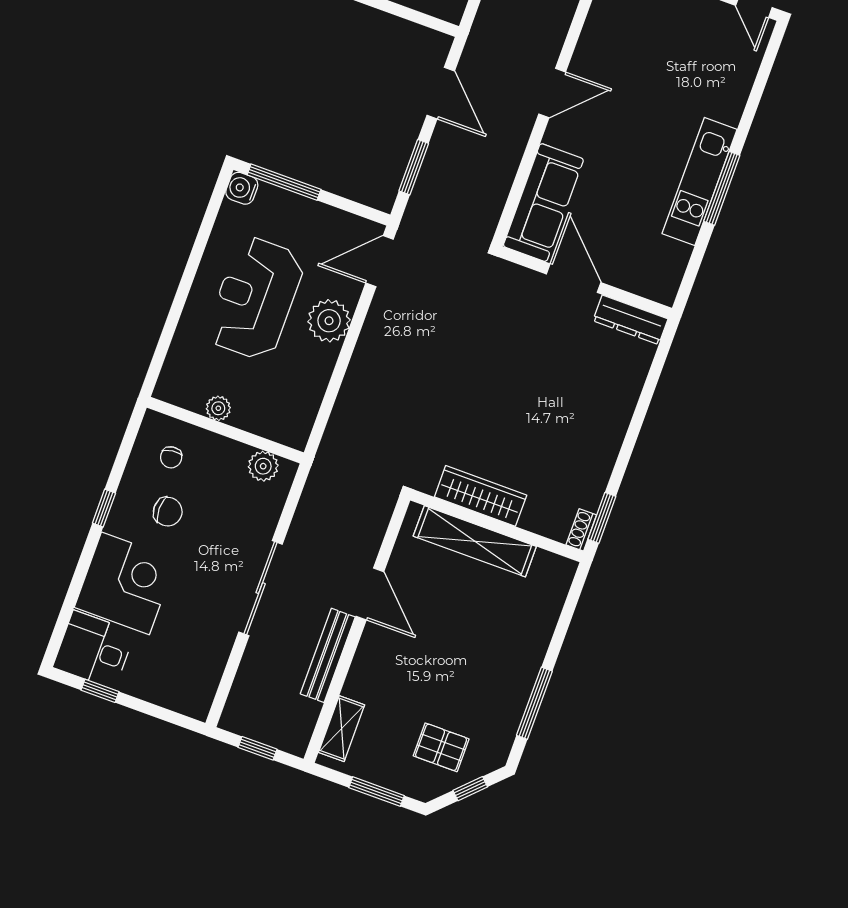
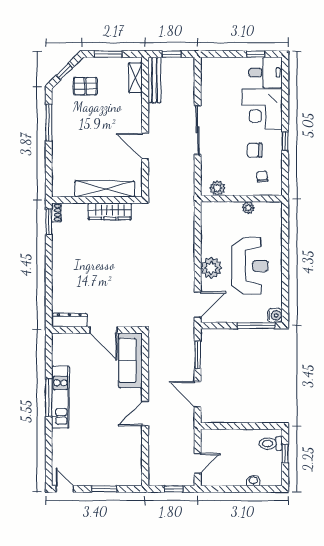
bench: (328, 655) -> (154, 80), moved

